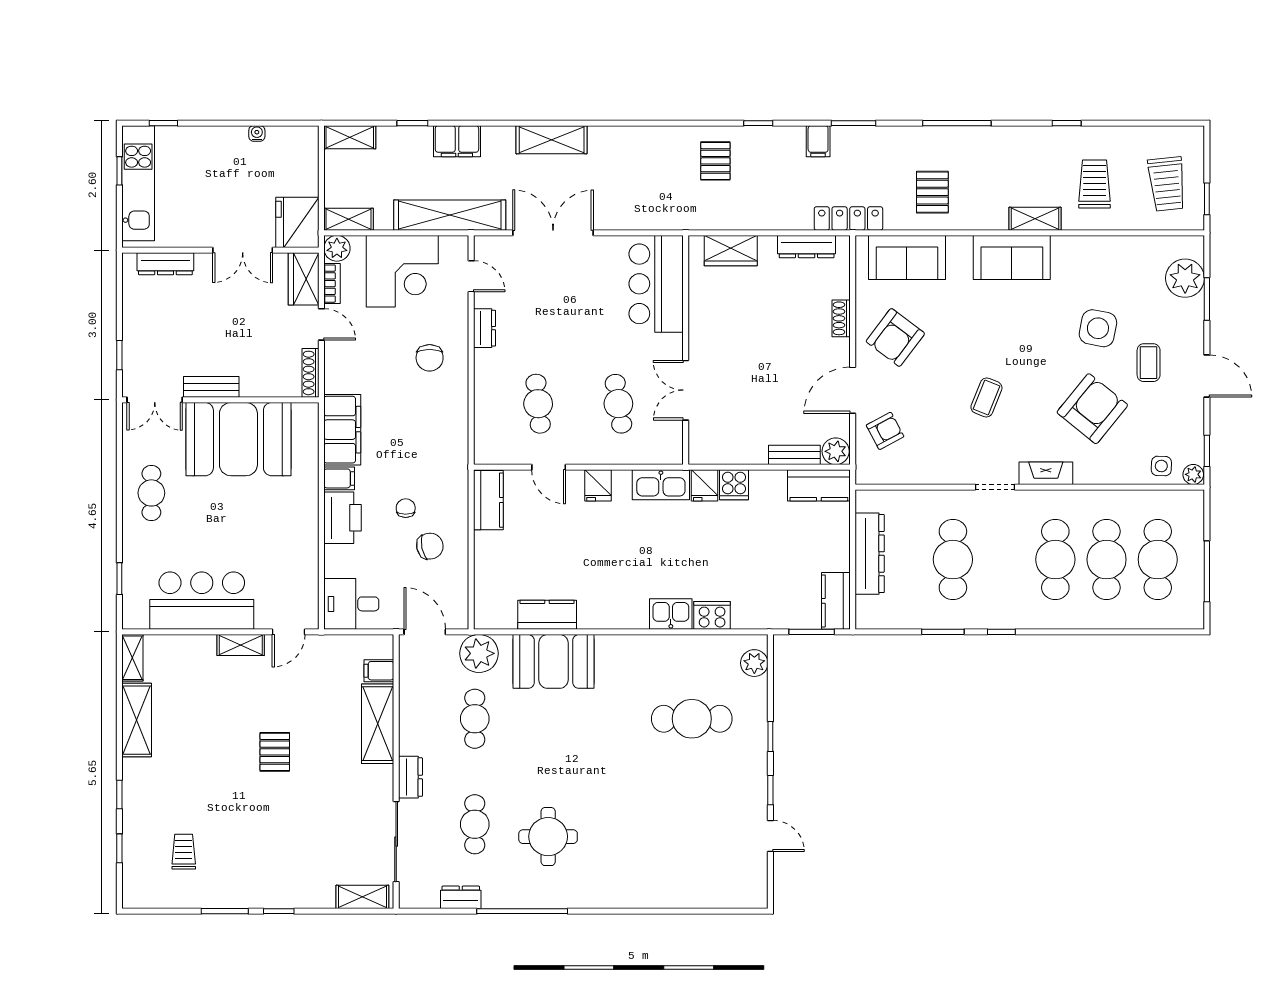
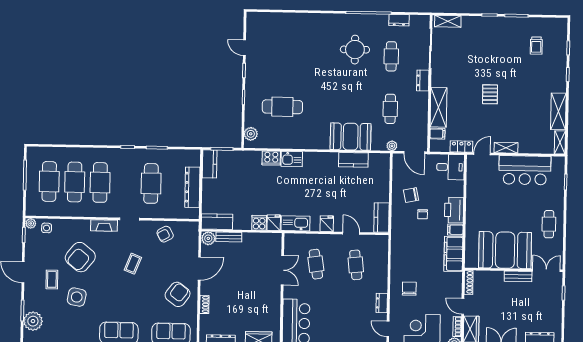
armchair: (885, 431) -> (165, 234), moved
locker: (330, 646) -> (461, 147), added
plant: (479, 653) -> (392, 146), width x0.53, depth x0.53

